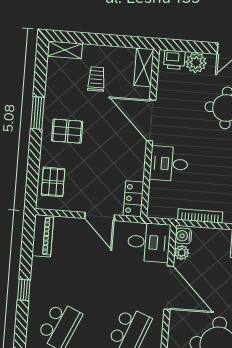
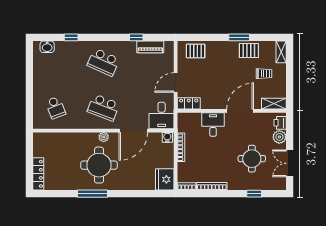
pallet: (67, 131) -> (249, 50), moved, turned 90
piano: (43, 236) -> (150, 47), moved
plant: (182, 253) -> (104, 137), moved
window: (24, 290) -> (136, 37), moved

